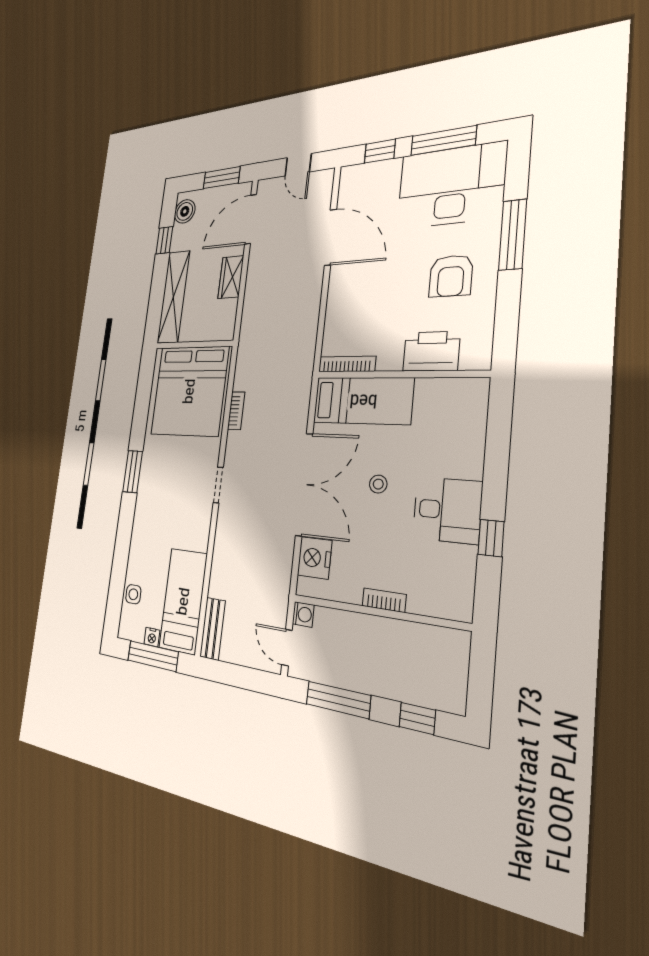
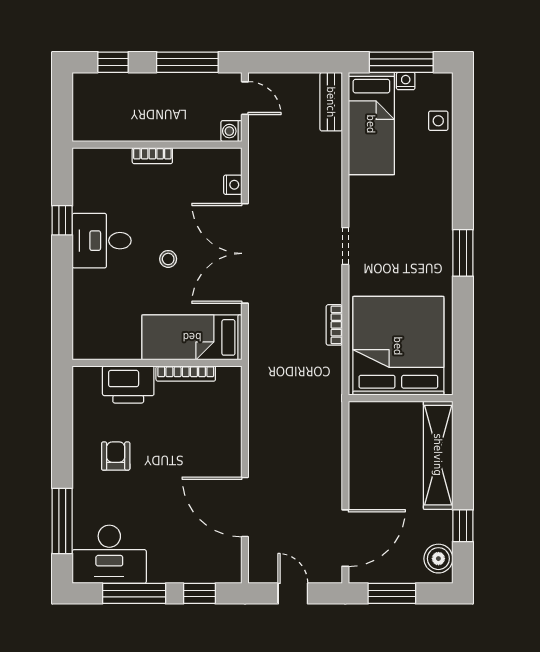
desk: (451, 186) -> (109, 554), width x0.73, depth x0.77
window: (513, 235) -> (62, 521), moved
armchair: (451, 276) -> (116, 456), width x0.72, depth x0.72
wardrobe: (231, 277) -> (362, 473), removed
bookcase: (347, 364) -> (186, 374), moved
nightstand: (315, 558) -> (233, 185), width x0.53, depth x0.56

